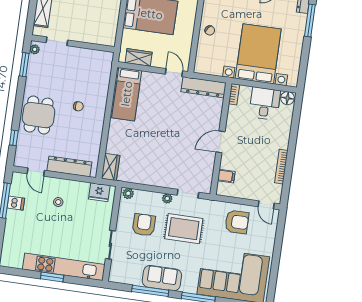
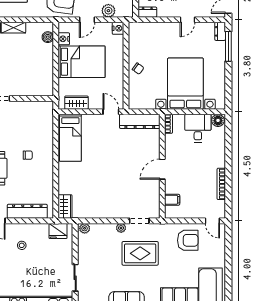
armchair: (144, 225) -> (103, 255), removed

